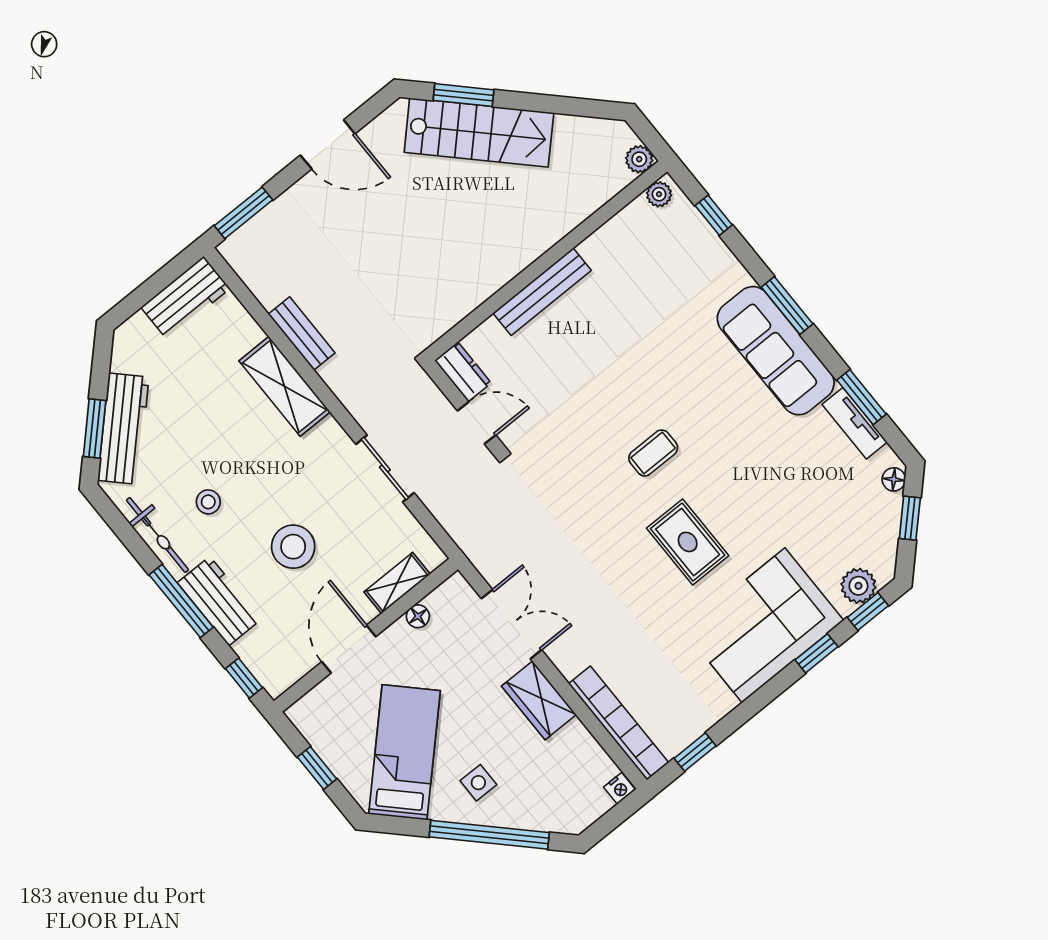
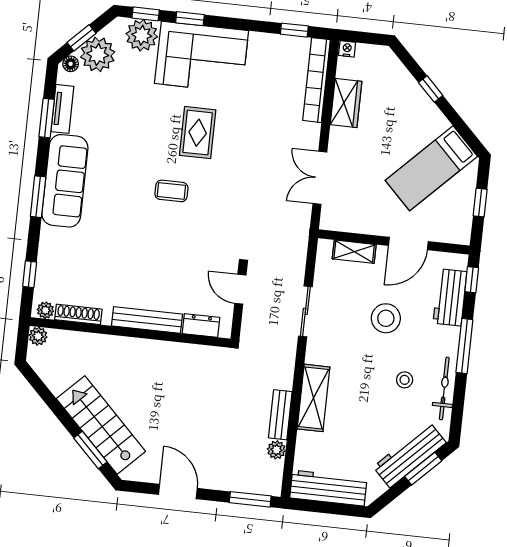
shoe rack: (620, 225) -> (78, 314), added
plant: (268, 293) -> (276, 450), added
workbench: (185, 298) -> (328, 488), width x1.38
dresser: (463, 372) -> (201, 325), moved, turned 90
plant: (875, 518) -> (98, 54), added
plant: (858, 586) -> (142, 35), width x1.36, depth x1.36
workbench: (219, 601) -> (450, 297), moved
floor lamp: (418, 616) -> (360, 226), removed
wardrobe: (539, 700) -> (346, 103), moved
side table: (478, 783) -> (411, 119), removed
window: (489, 835) -> (431, 89), width x0.32

